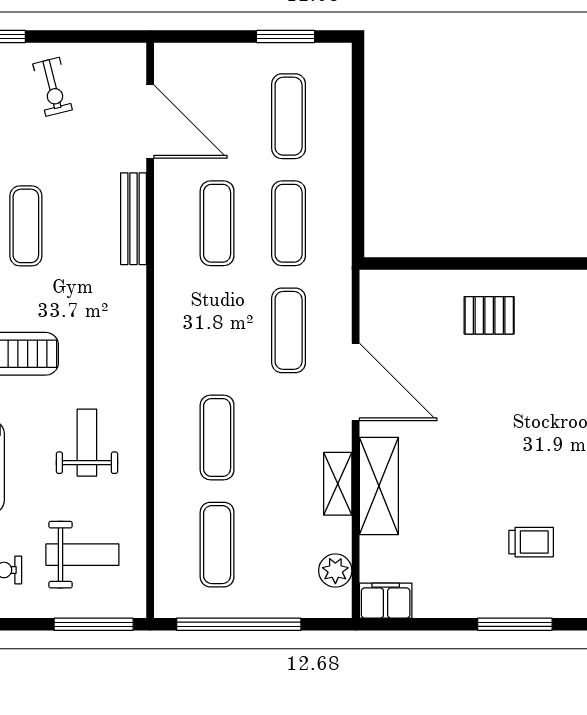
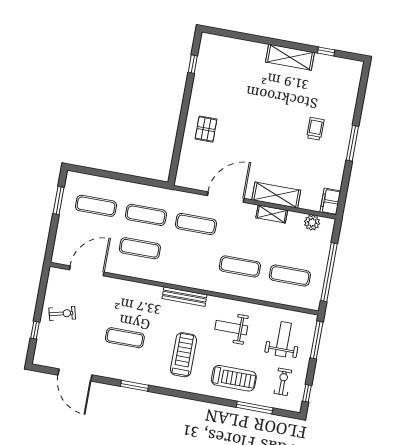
bench: (134, 219) -> (184, 297), moved

